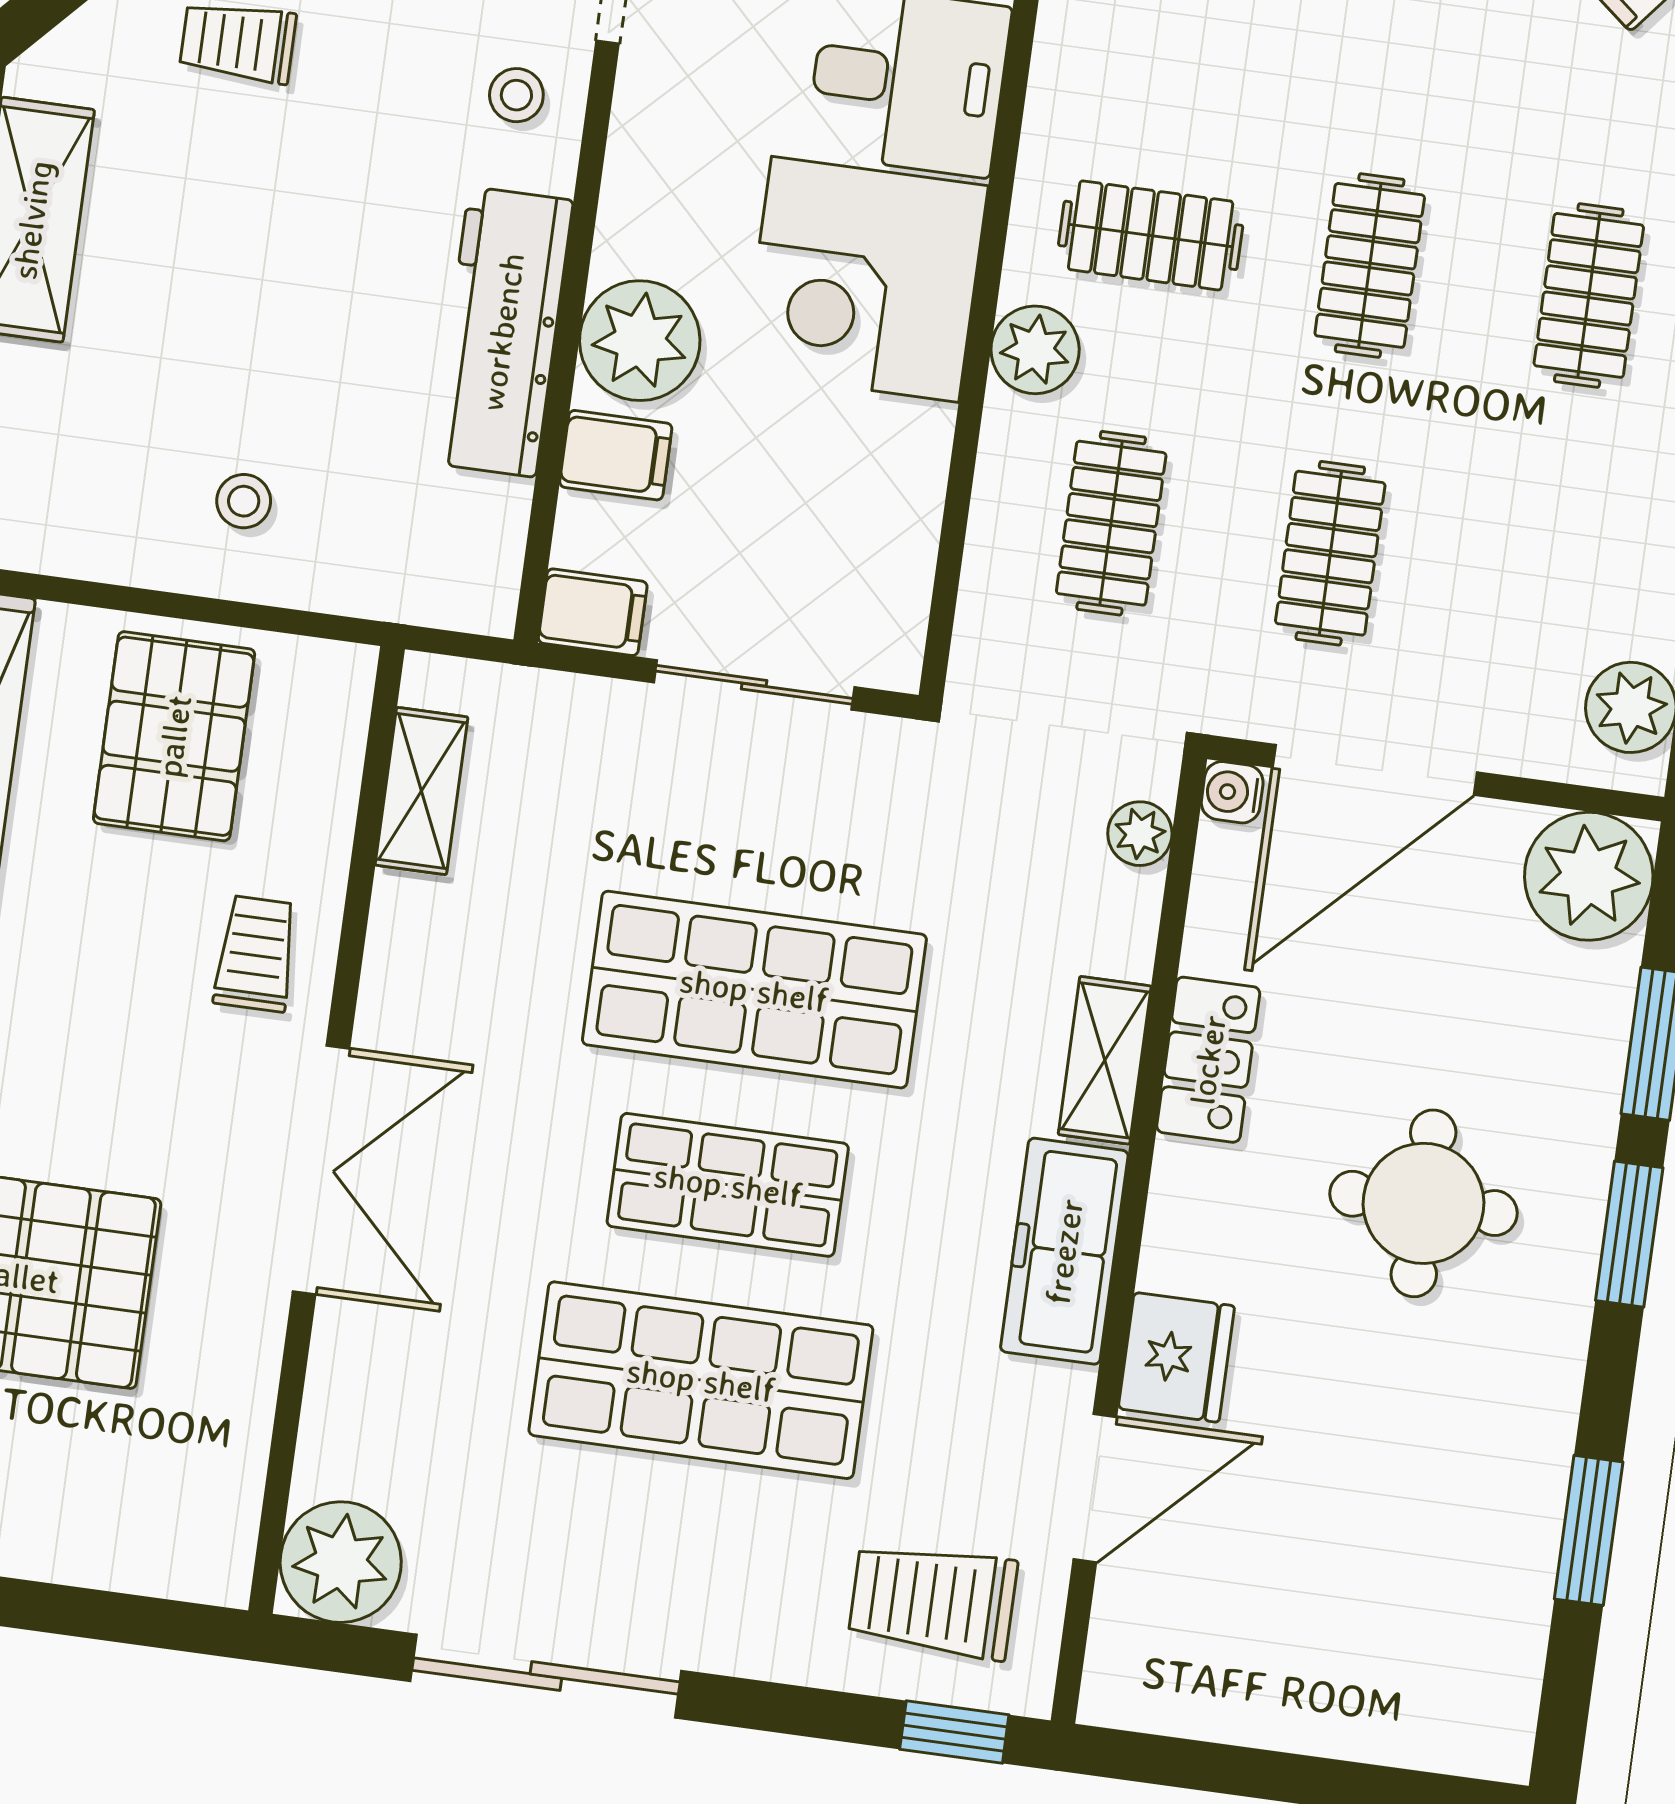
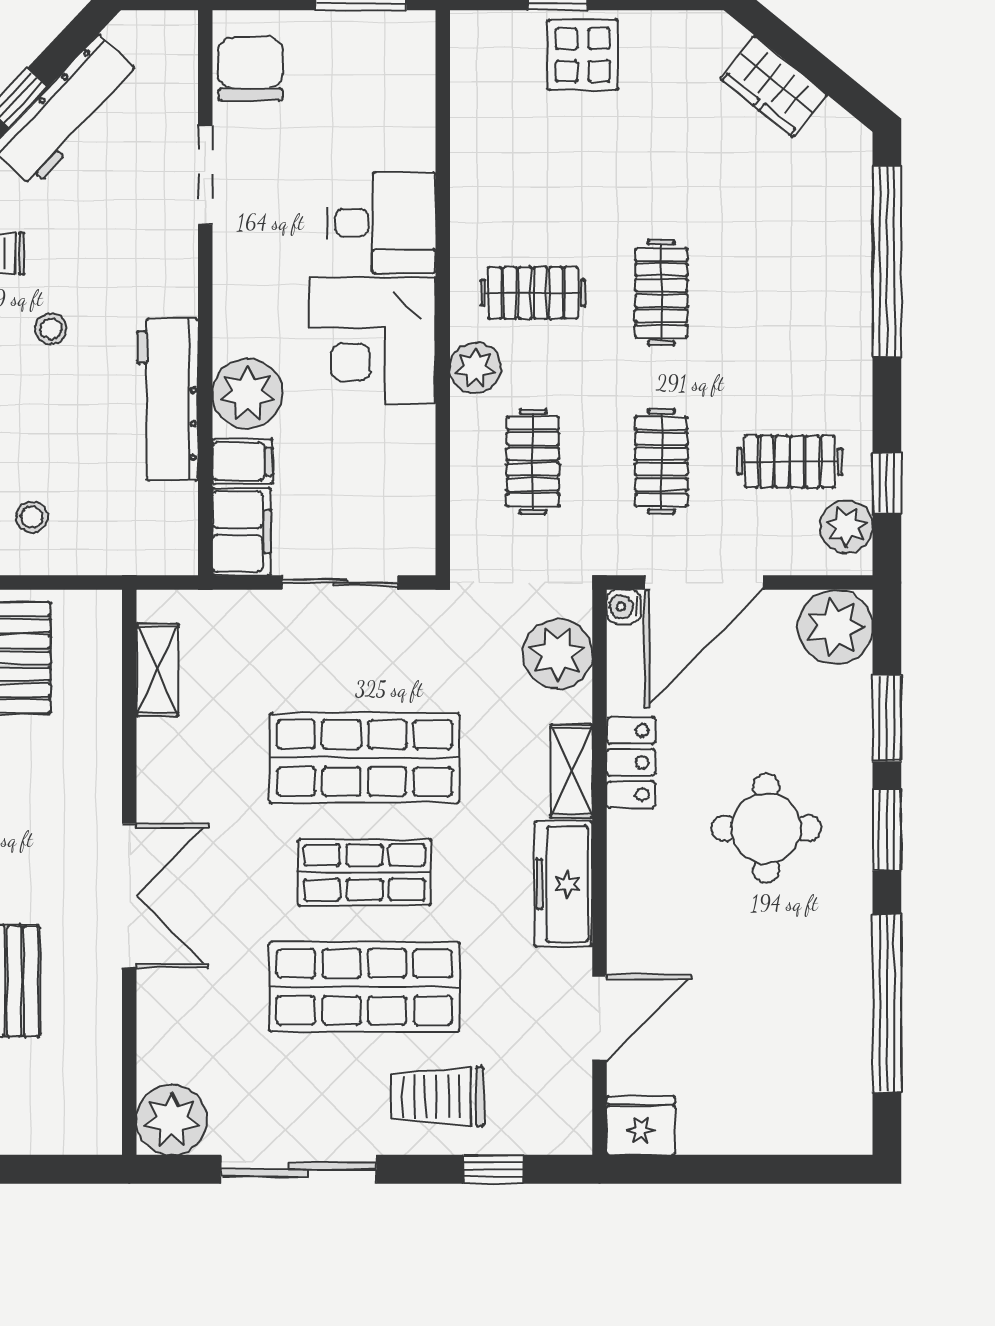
stool: (516, 95) -> (51, 329), moved
clothes rail: (1589, 295) -> (790, 462), moved, turned 90
filing cabinet: (593, 612) -> (242, 532), width x2.00
plant: (1140, 834) -> (558, 654), width x1.87, depth x1.87
trolley: (256, 954) -> (75, 777), removed
fridge: (1176, 1357) -> (641, 1125), moved, turned -90
window: (1589, 1530) -> (887, 1003), width x2.11
trolley: (933, 1601) -> (437, 1097), moved
window: (954, 1732) -> (494, 1169), moved

